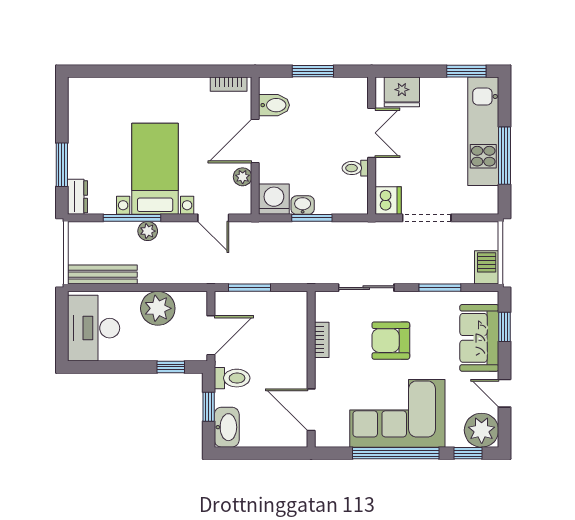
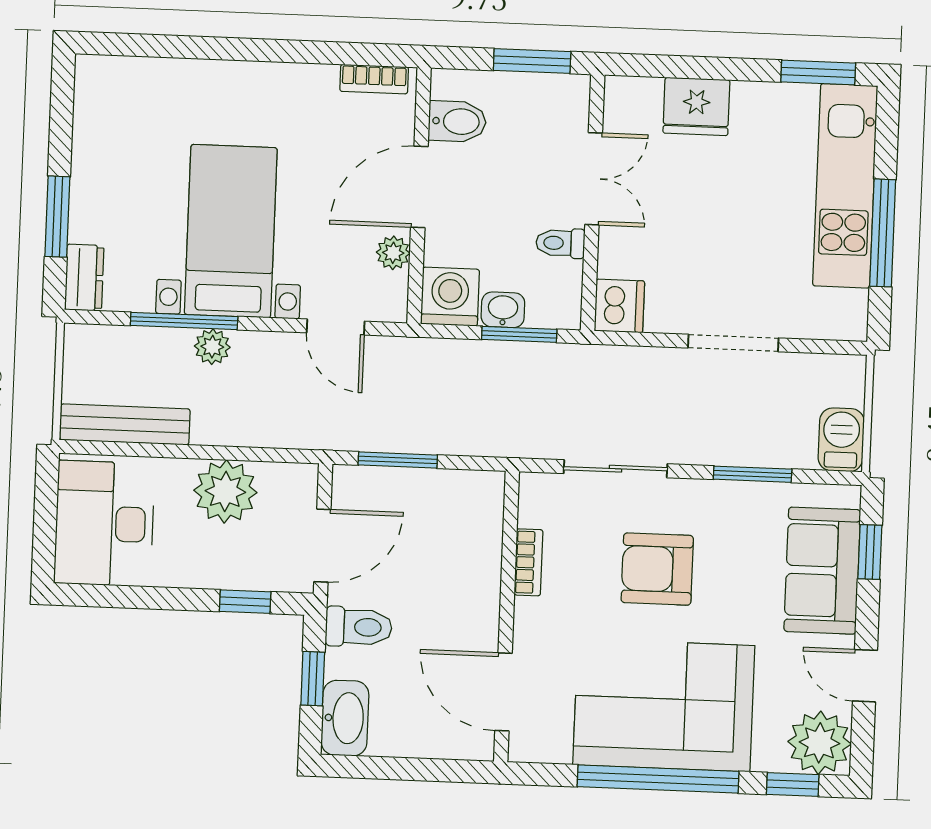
double door: (372, 133) -> (594, 179), moved
wall: (372, 146) -> (593, 203), moved
toilet: (355, 168) -> (560, 243), moved
dishwasher: (388, 200) -> (619, 306), moved

